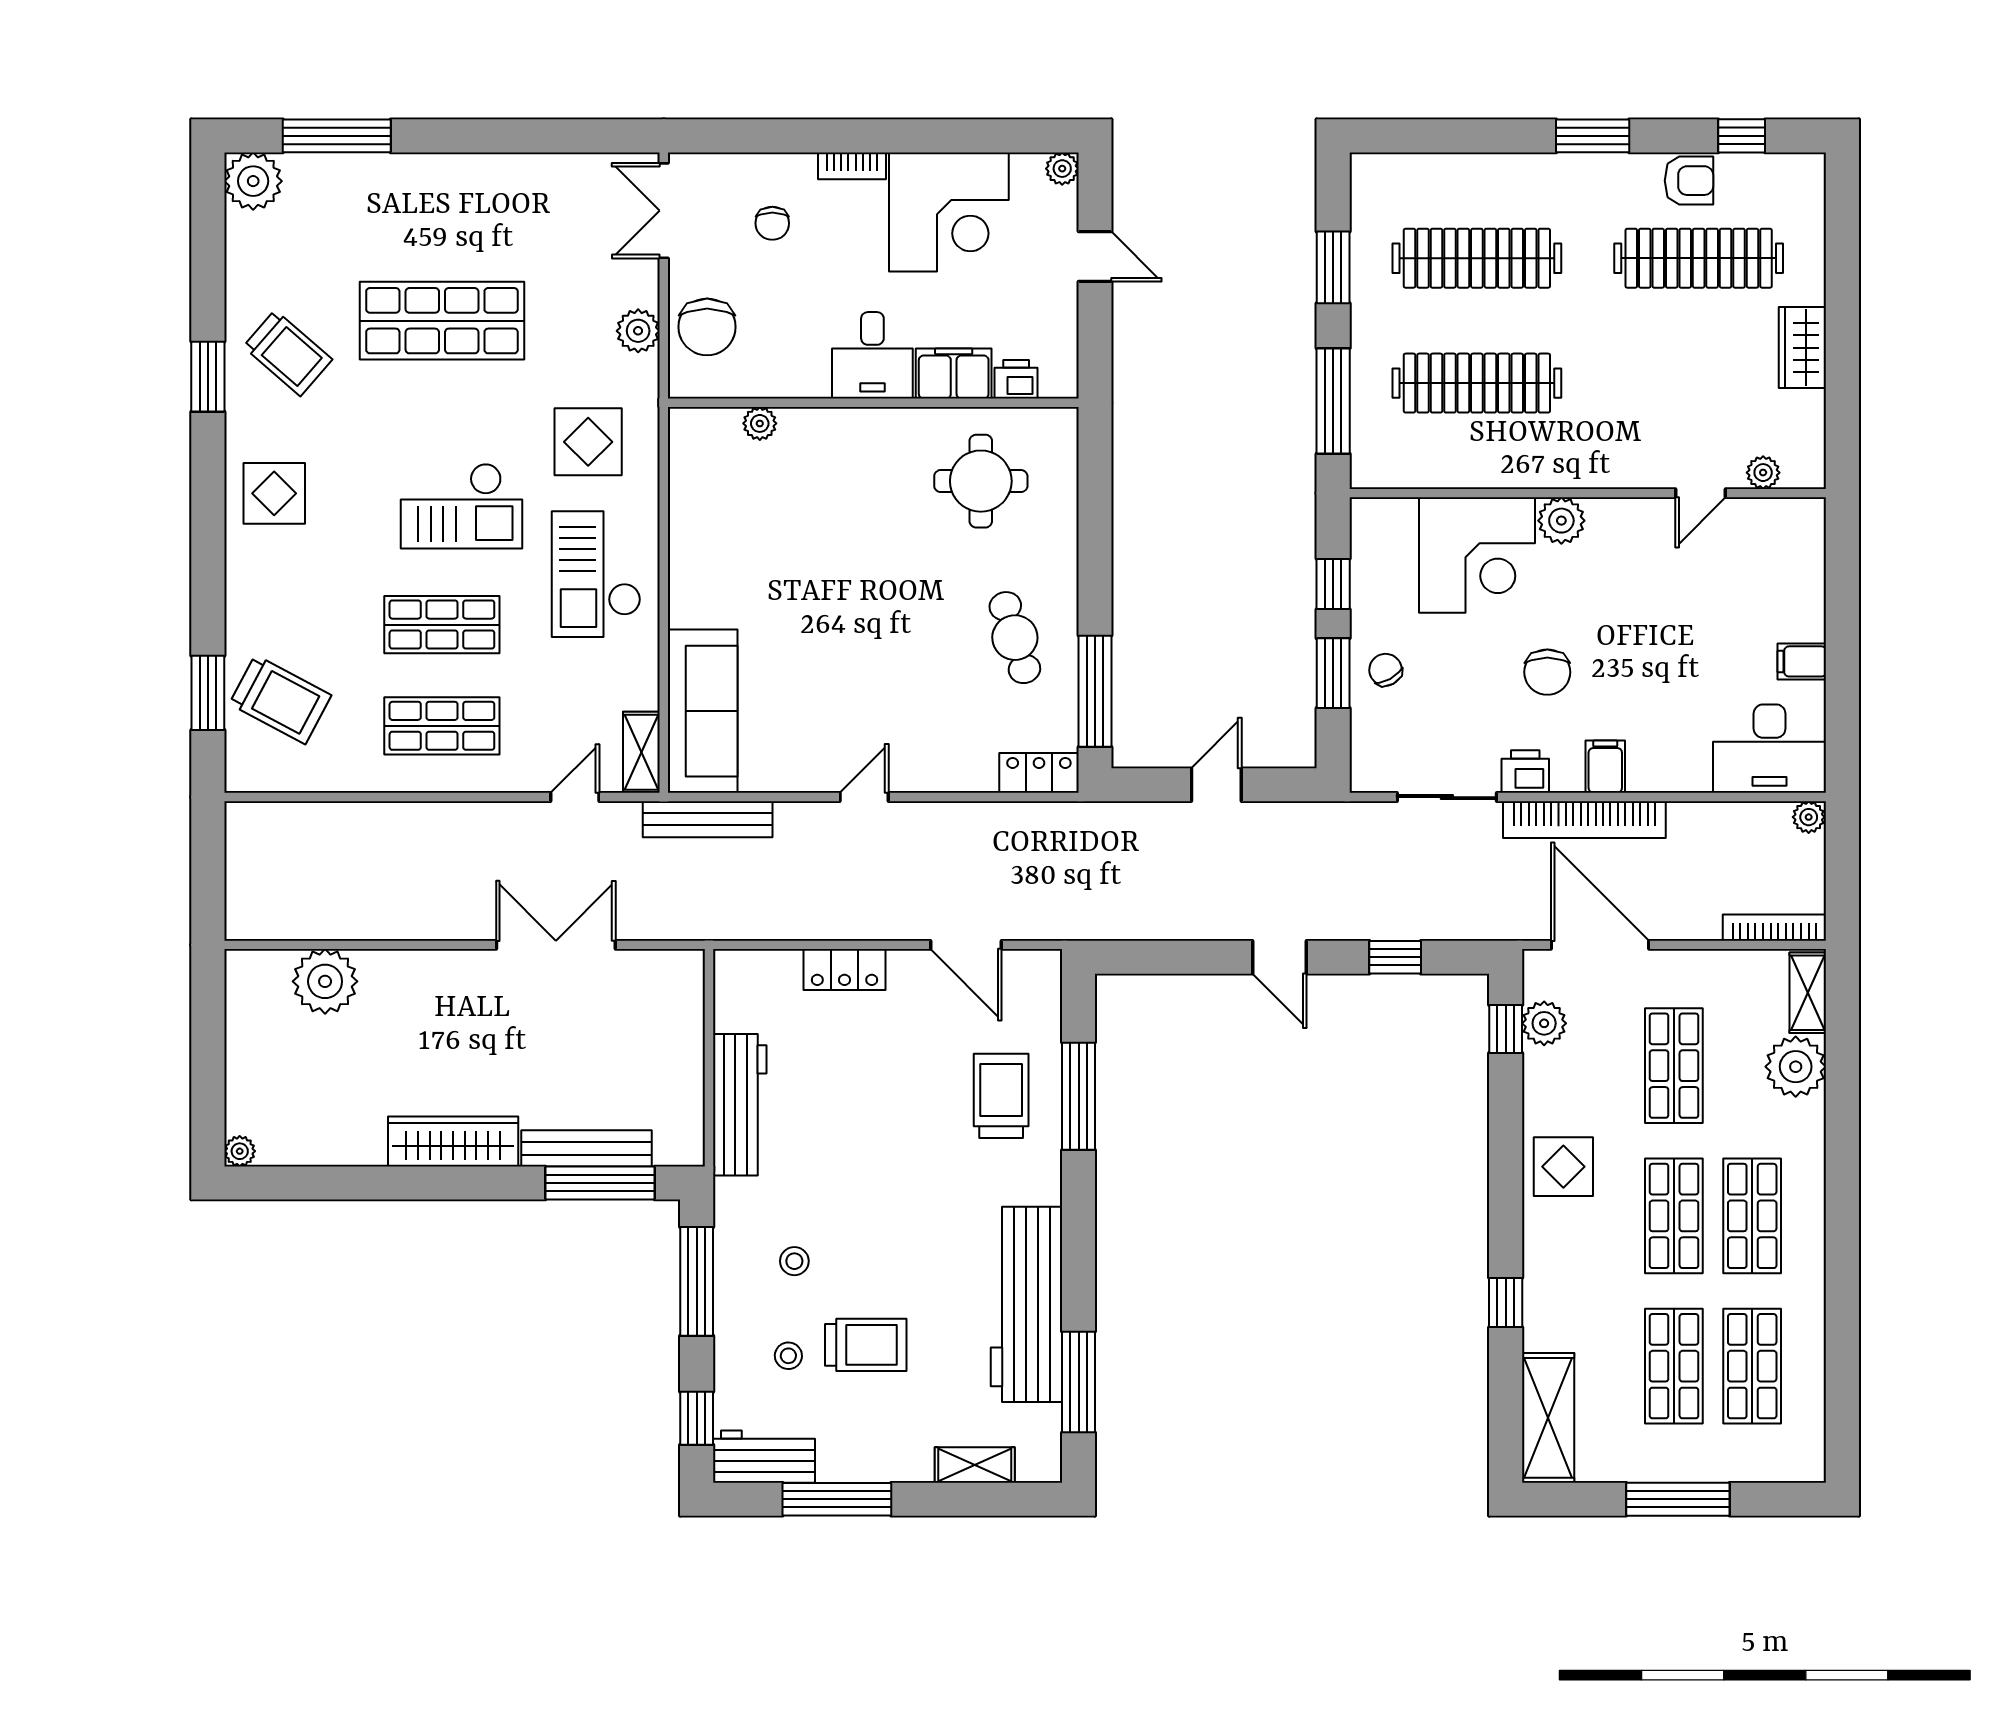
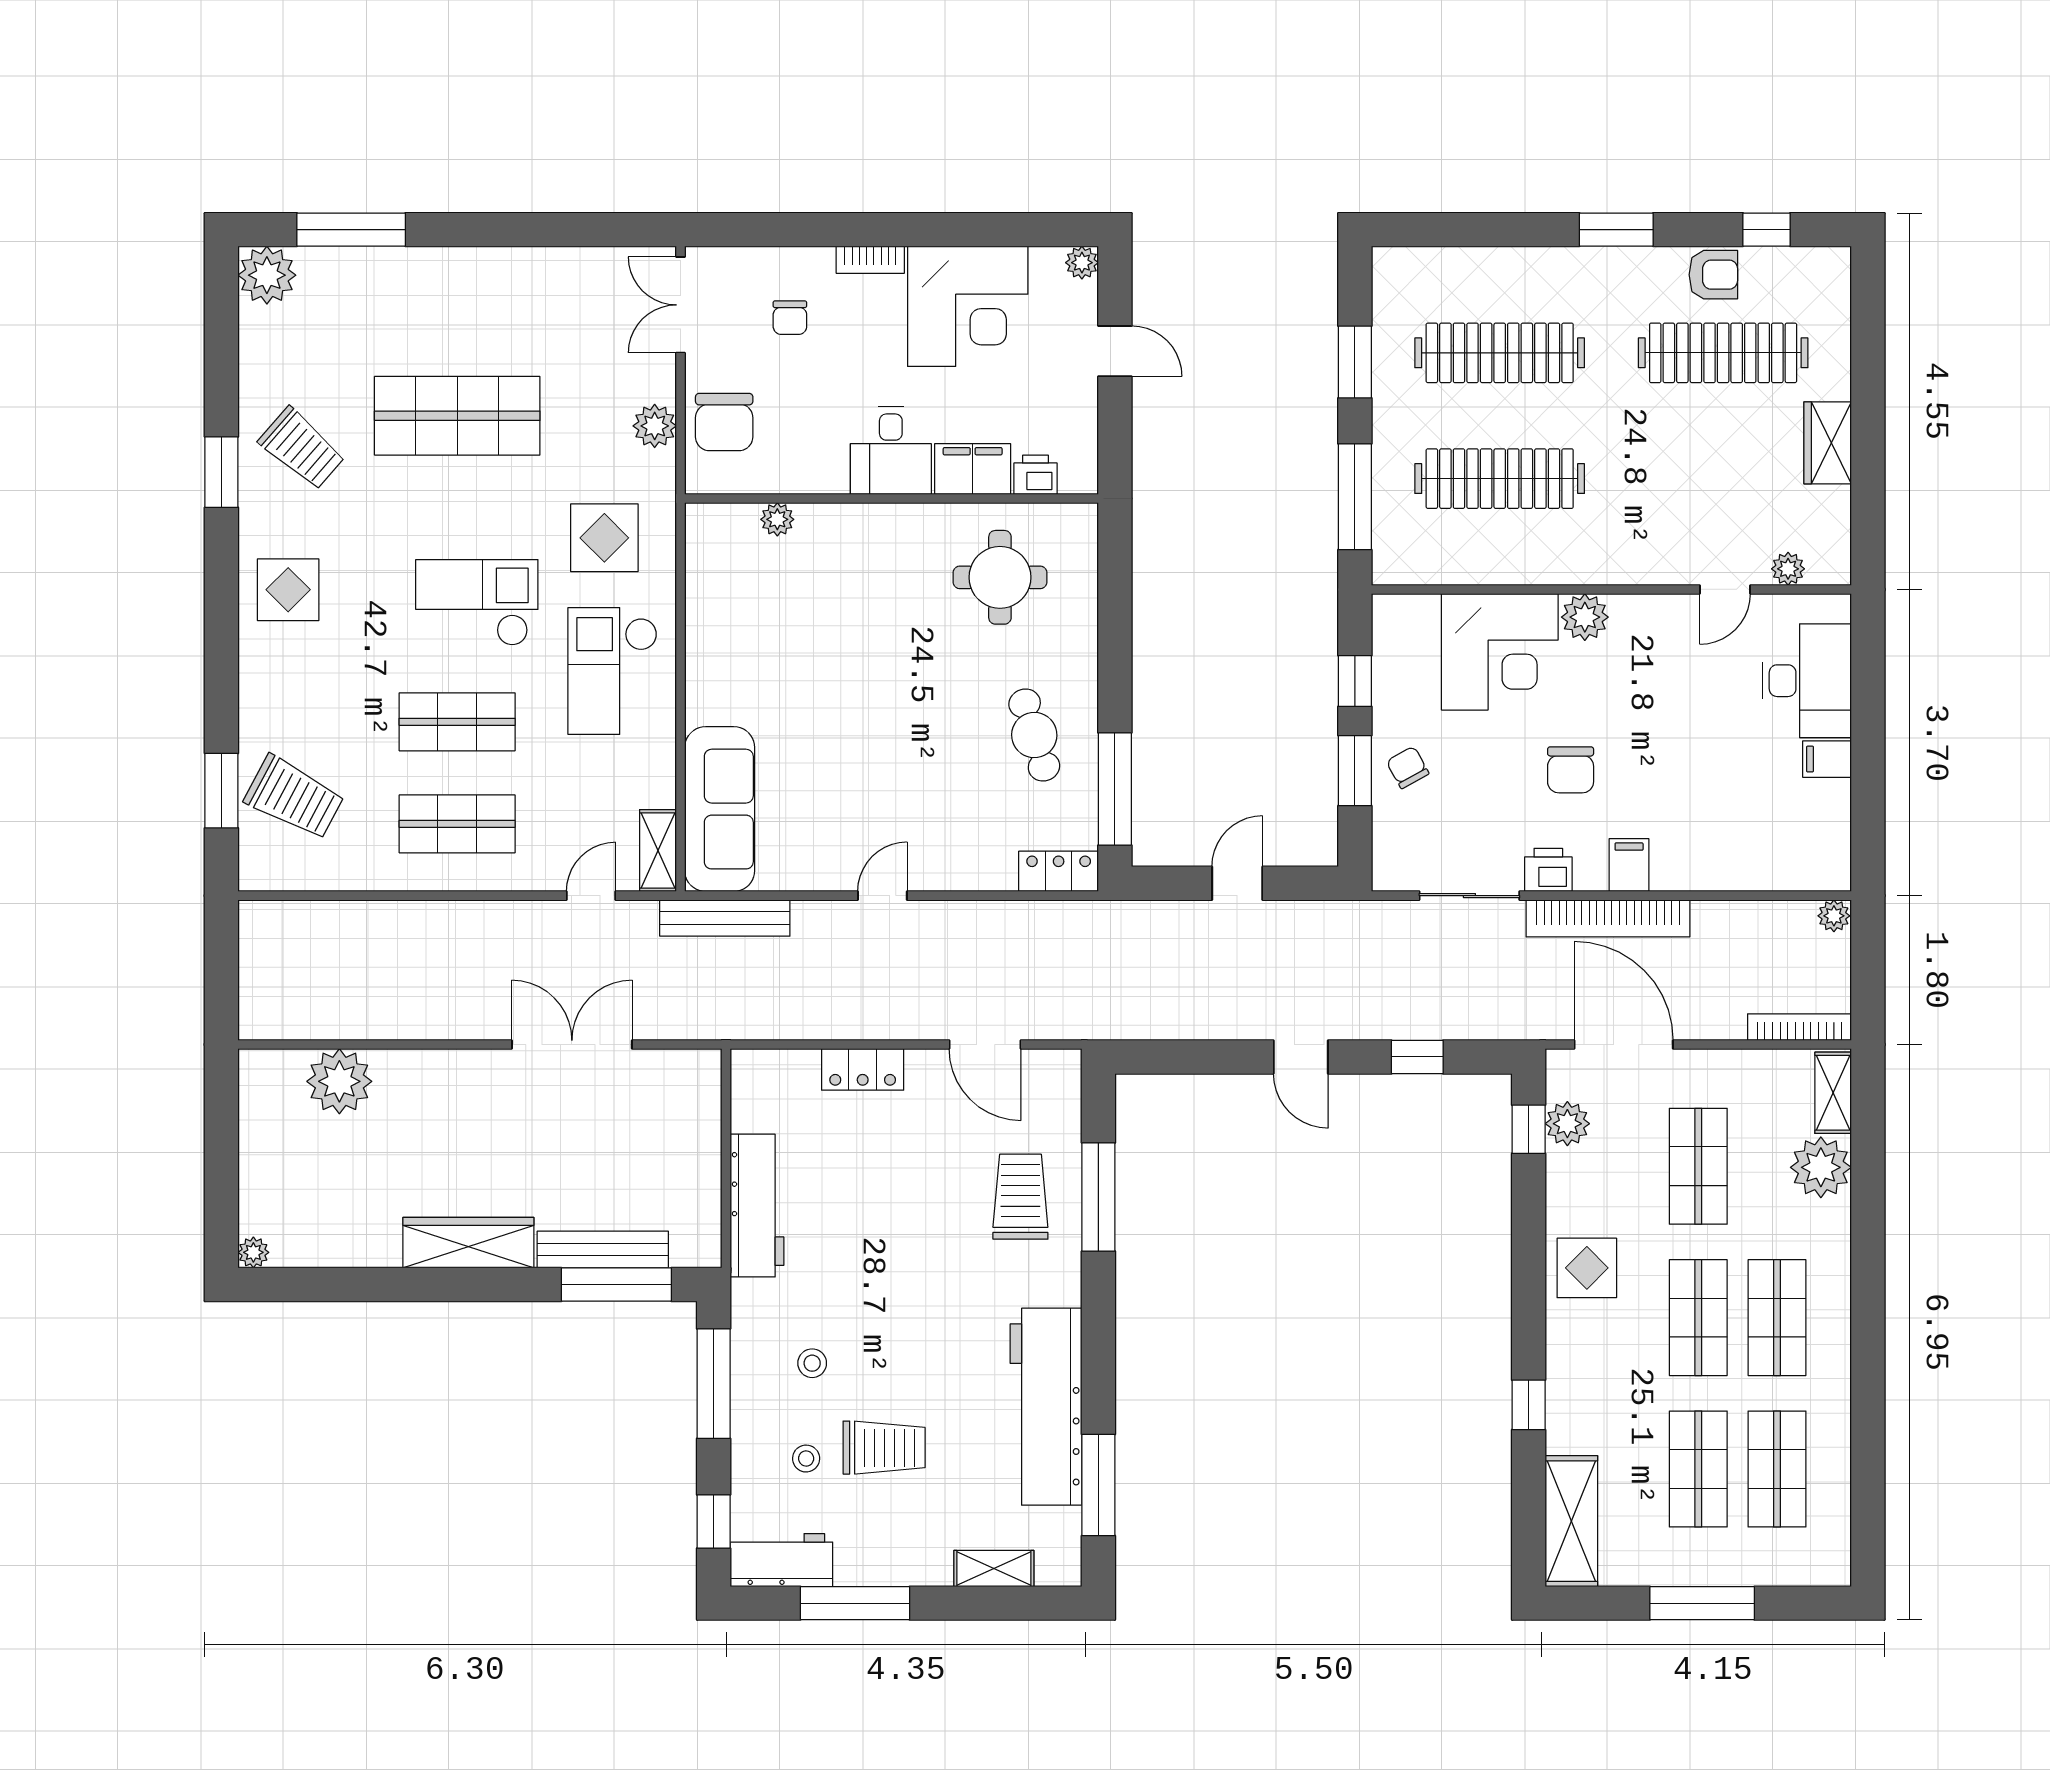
checkout: (461, 506) -> (477, 603), turned 180
desk: (1770, 749) -> (1807, 681), moved, turned -90

